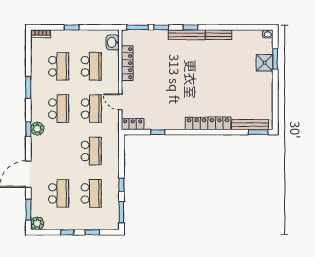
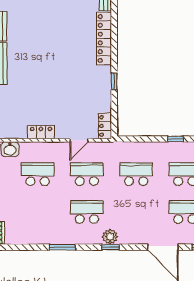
locker: (127, 63) -> (41, 132), width x0.66
school desk: (59, 66) -> (38, 212), removed
window: (158, 132) -> (114, 81), moved

